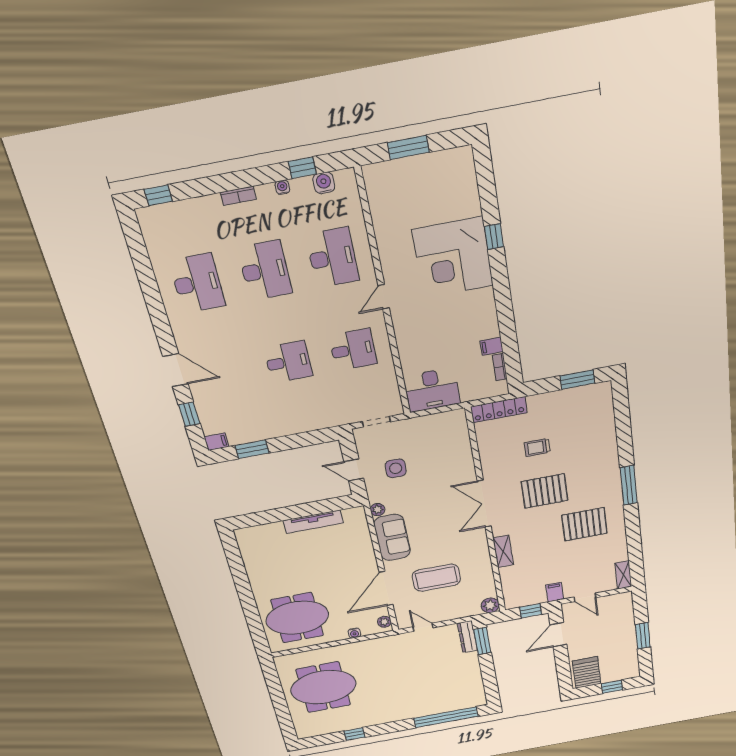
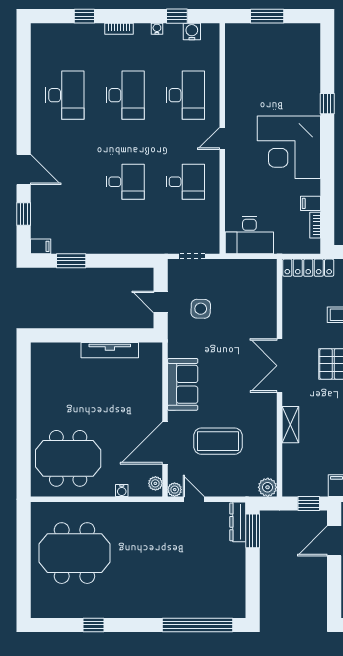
window: (158, 195) -> (84, 16), moved
corner desk: (453, 258) -> (289, 147), moved
plant: (378, 510) -> (175, 490), moved

